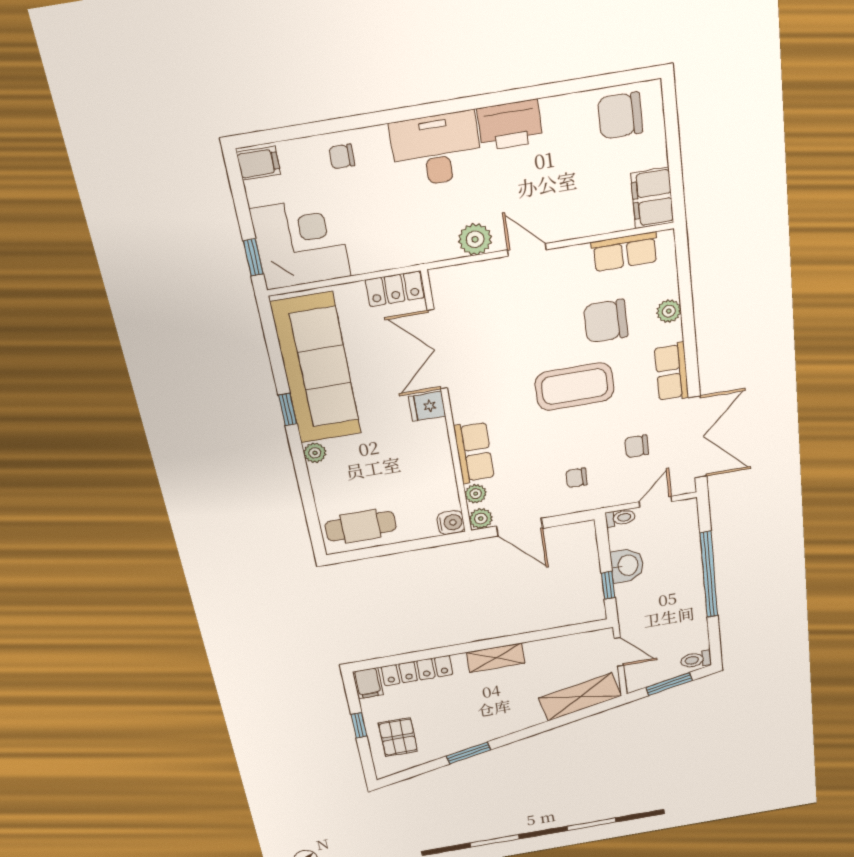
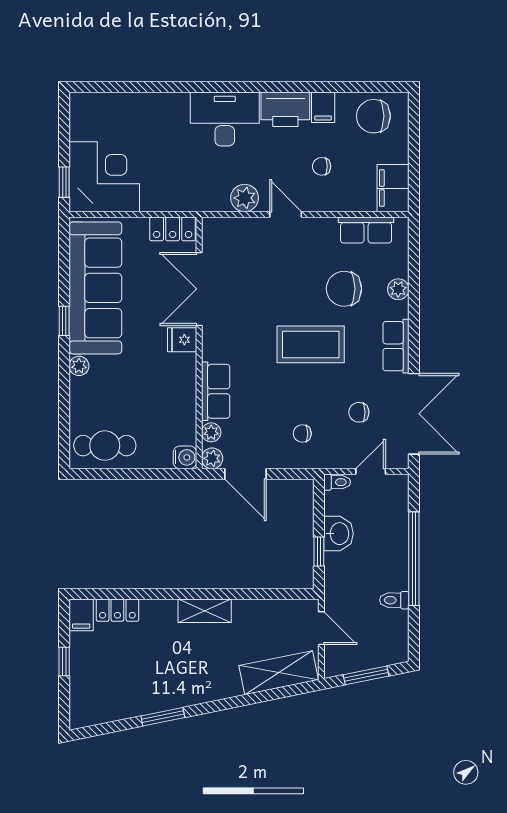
chair: (342, 156) -> (322, 166), moved
filing cabinet: (258, 163) -> (323, 107), moved, turned 90
toilet: (696, 660) -> (394, 600), moved
locker: (417, 671) -> (117, 610), width x0.66
pallet: (398, 737) -> (99, 683), removed

